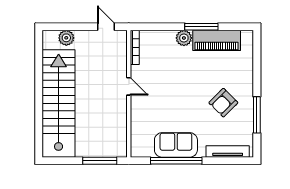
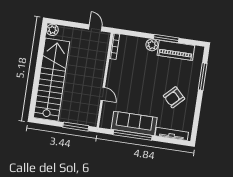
plant: (66, 38) -> (52, 30), moved
door: (129, 86) -> (103, 94), moved
window: (257, 115) -> (203, 77), moved
sofa: (176, 145) -> (134, 123), width x1.36

